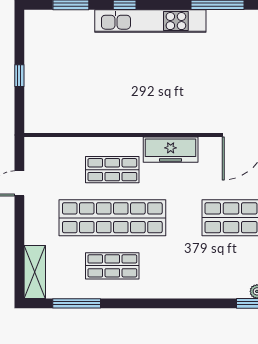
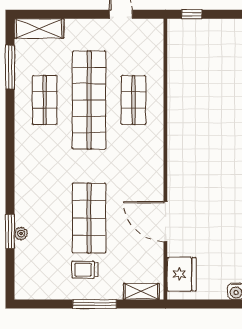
window: (19, 76) -> (192, 14), moved
freezer: (171, 150) -> (152, 154), removed

